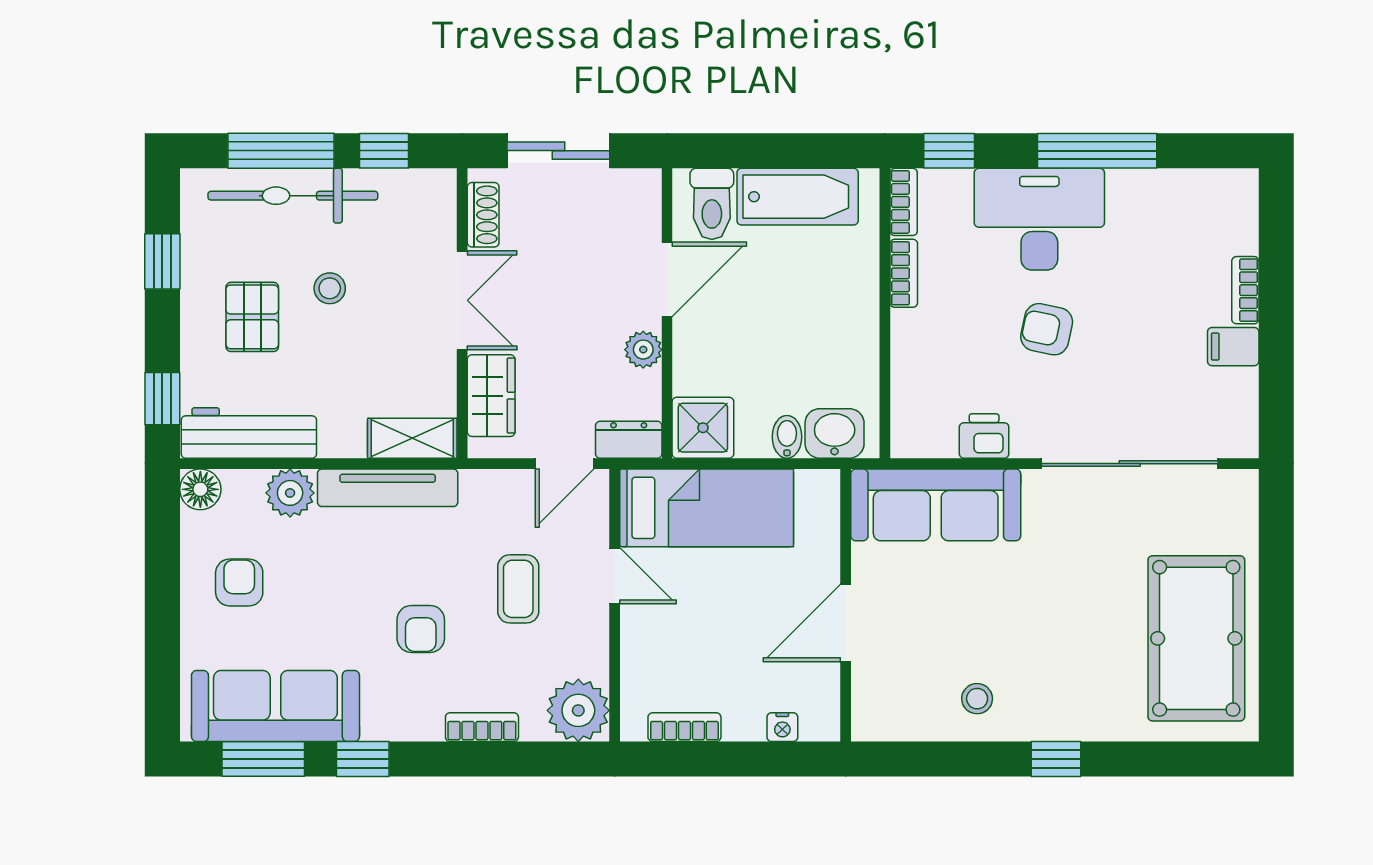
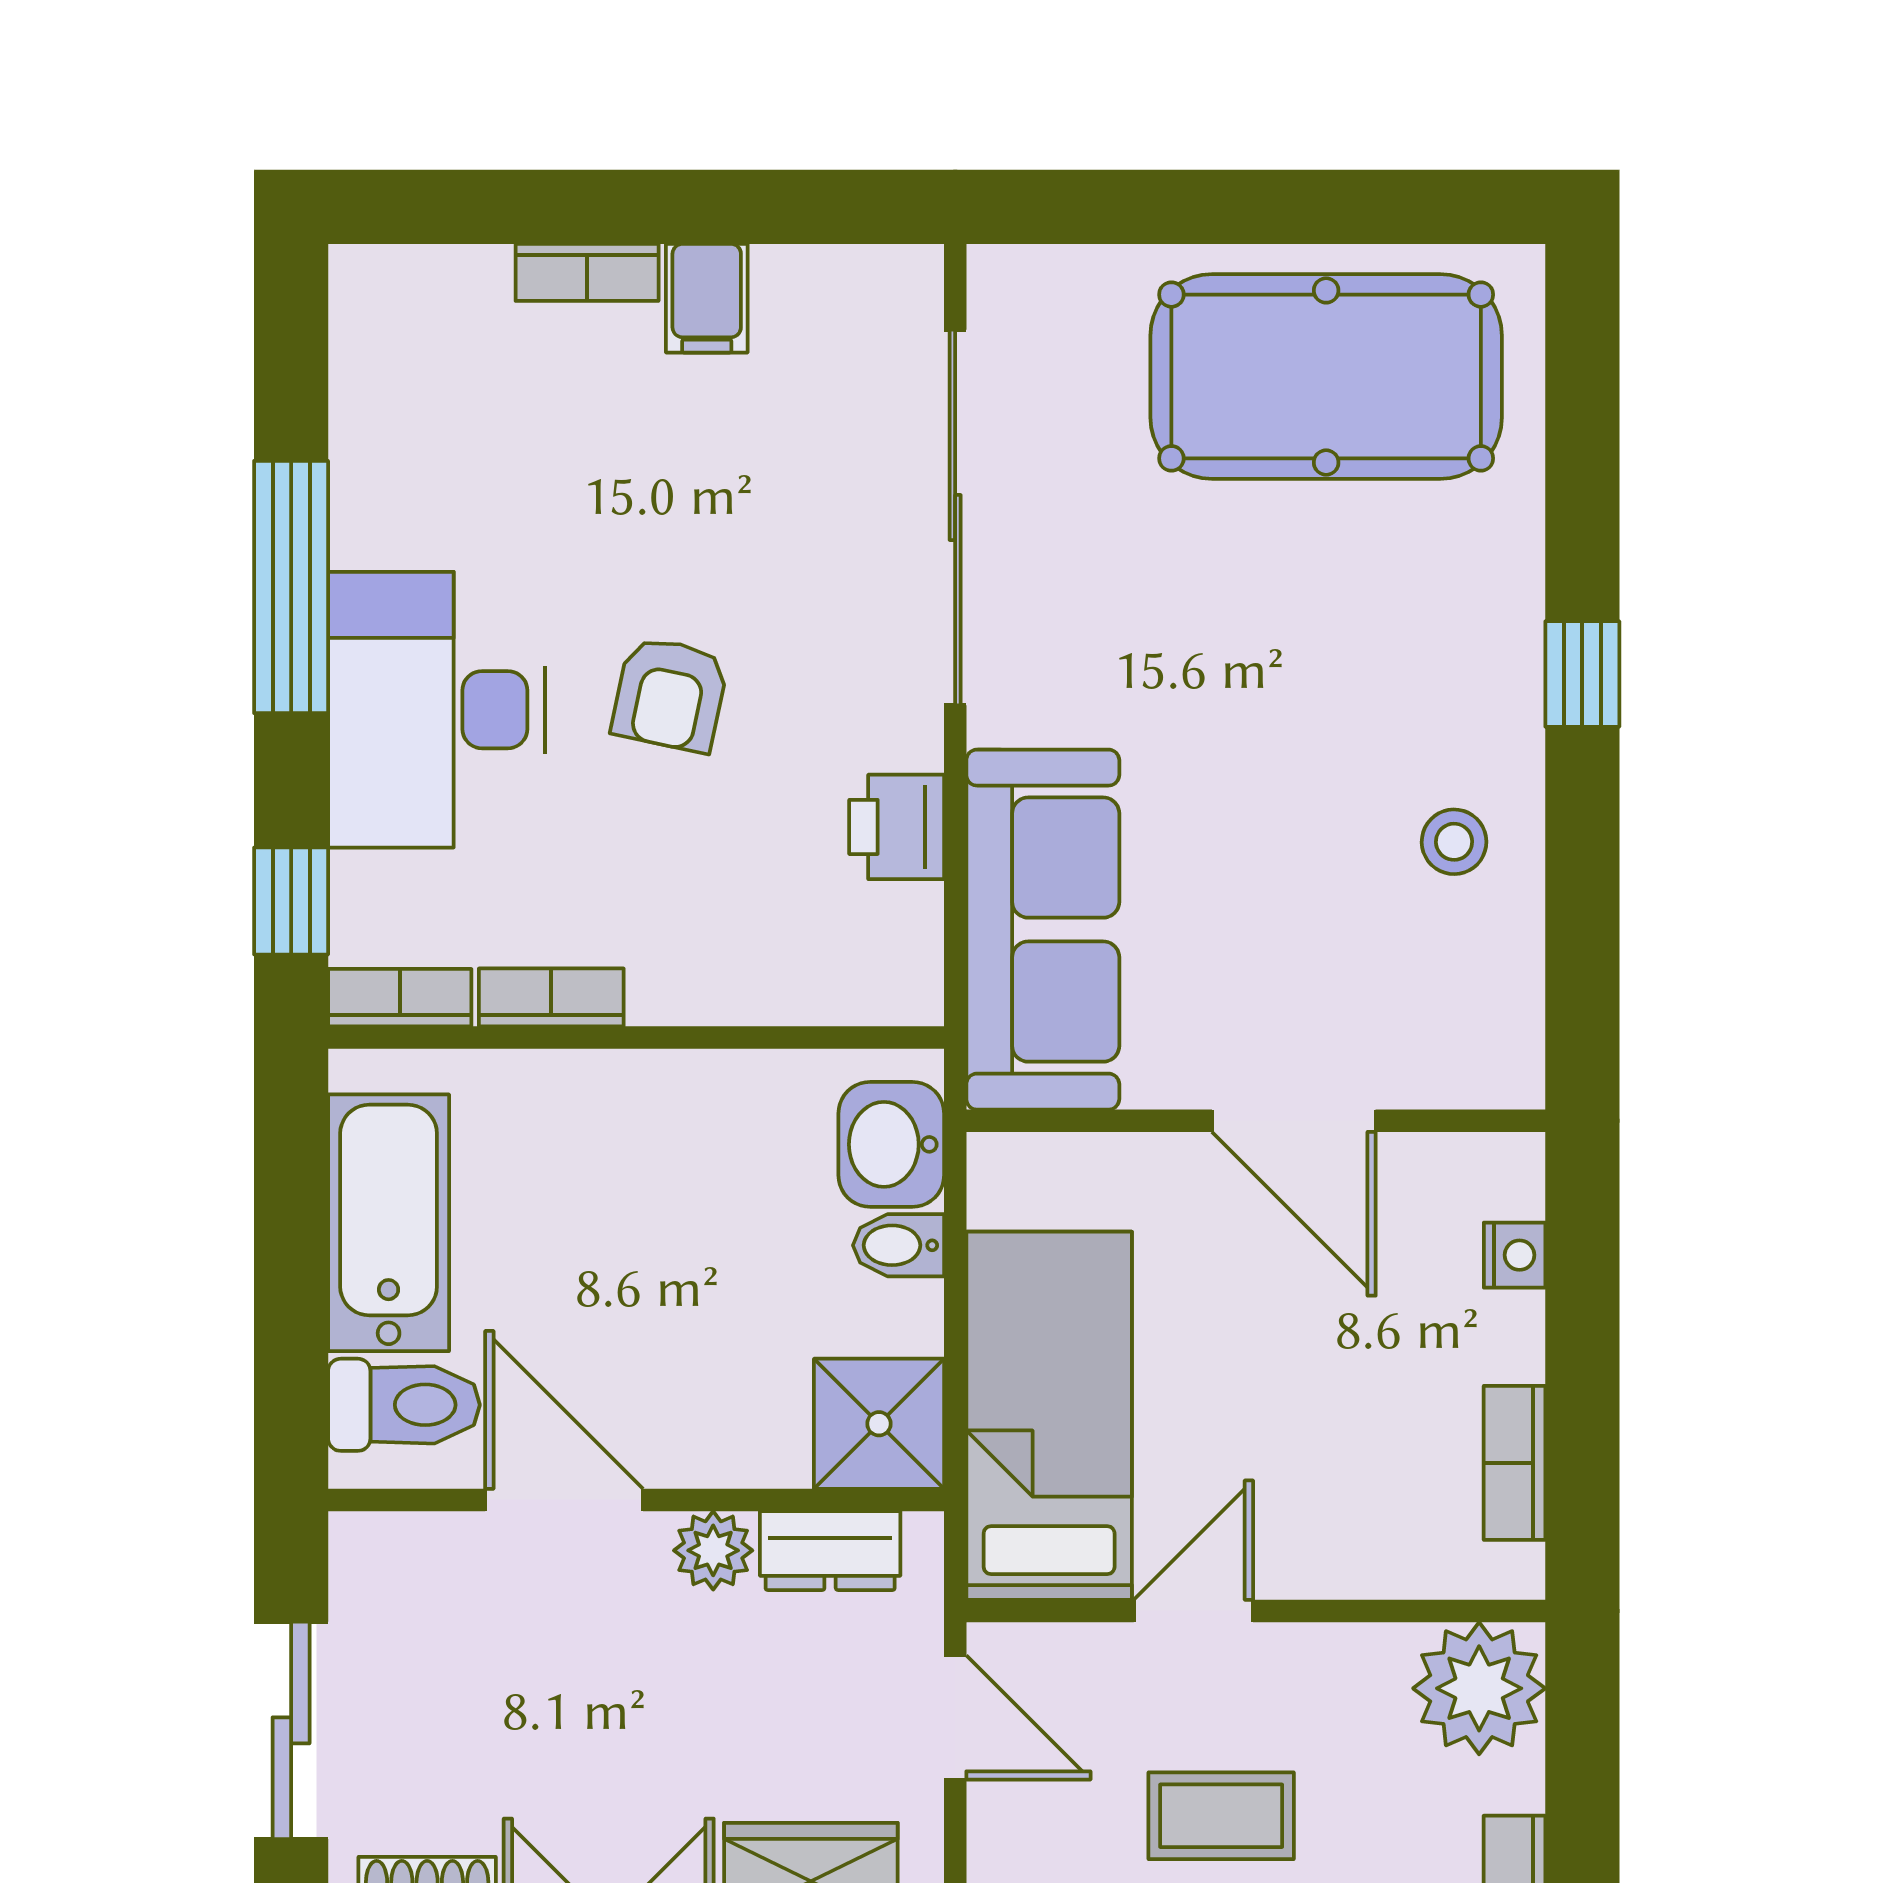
dresser: (629, 440) -> (830, 1551), moved, turned -90

